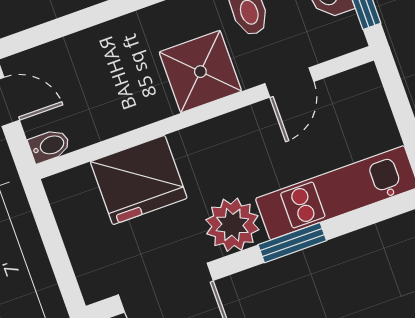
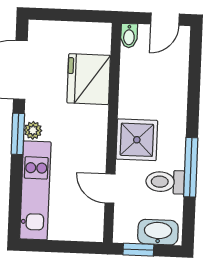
plant: (232, 225) -> (33, 130), width x0.53, depth x0.53
window: (292, 243) -> (18, 134), moved

